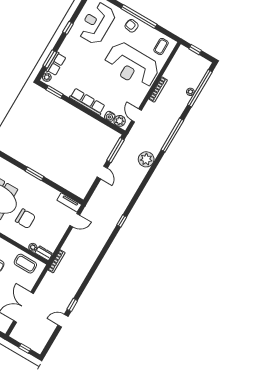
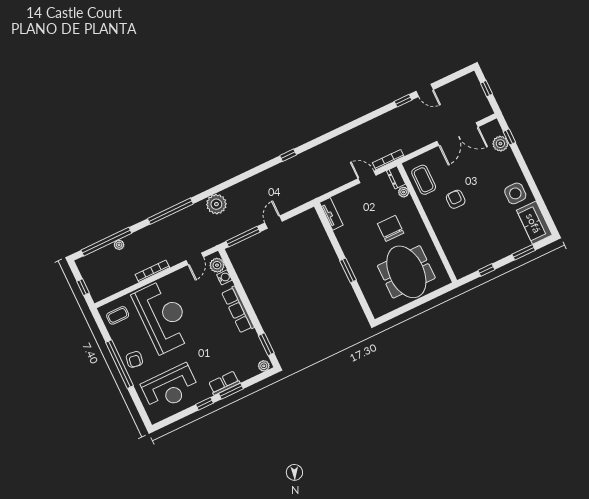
window: (50, 59) -> (231, 391), moved
row of seats: (56, 64) -> (224, 383), moved
door: (75, 220) -> (367, 177), moved

